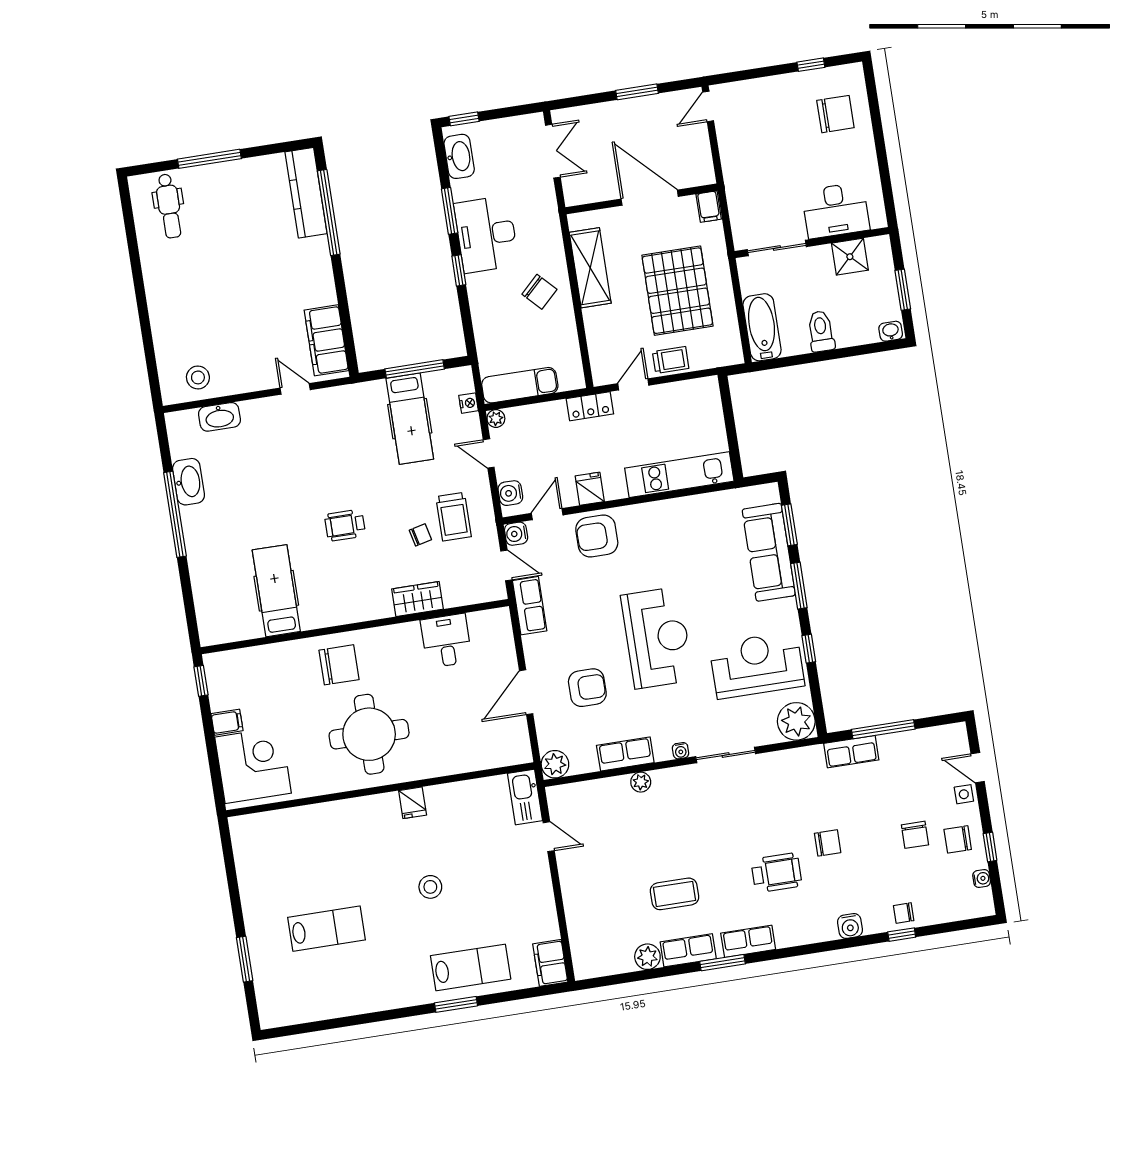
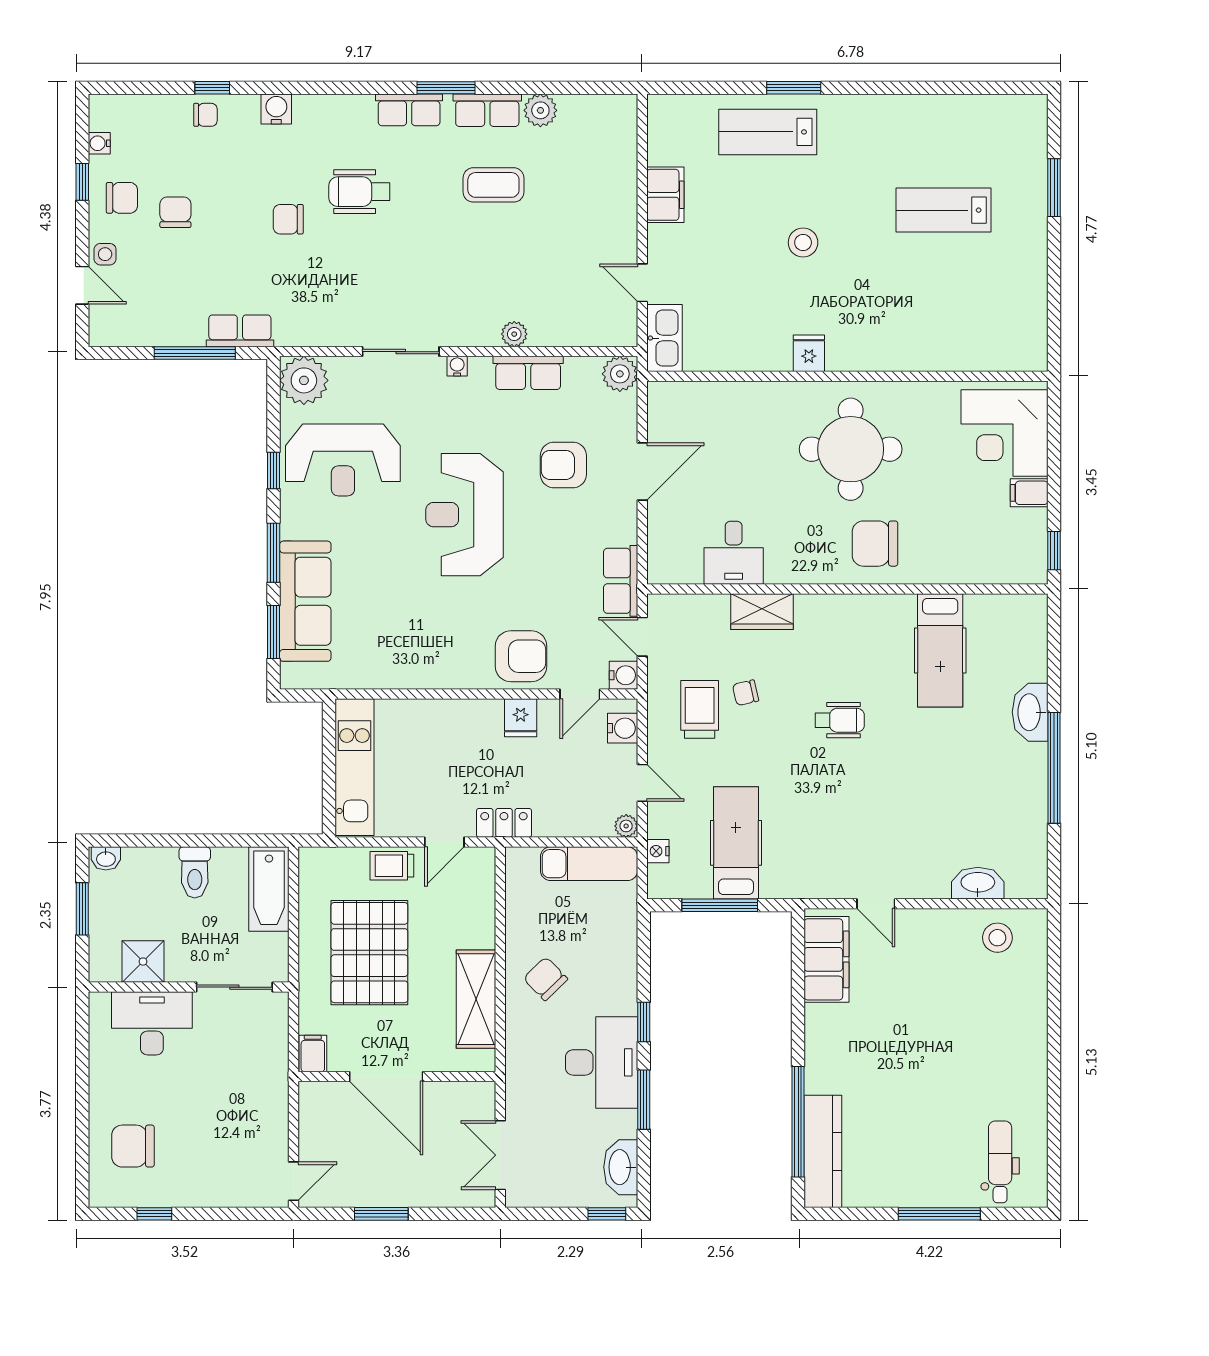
kitchen unit: (679, 475) -> (355, 767), moved, turned -90
washbasin: (189, 482) -> (1030, 712), moved
filing cabinet: (550, 963) -> (665, 195), moved

